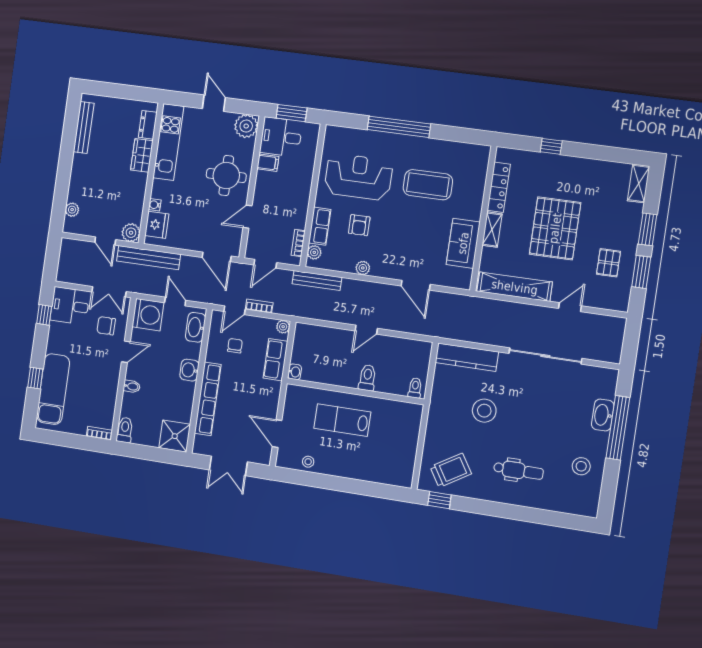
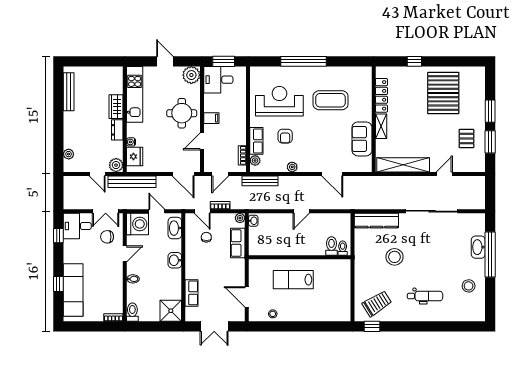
dresser: (148, 125) -> (117, 130), moved
filing cabinet: (268, 163) -> (211, 118), moved
shelving: (639, 183) -> (479, 80), removed
pallet: (555, 228) -> (443, 93), moved
door: (235, 310) -> (202, 211), hinge flipped
washbasin: (295, 372) -> (253, 221), moved
toilet: (367, 378) -> (331, 246), moved
row of seats: (208, 399) -> (192, 293), width x0.50

